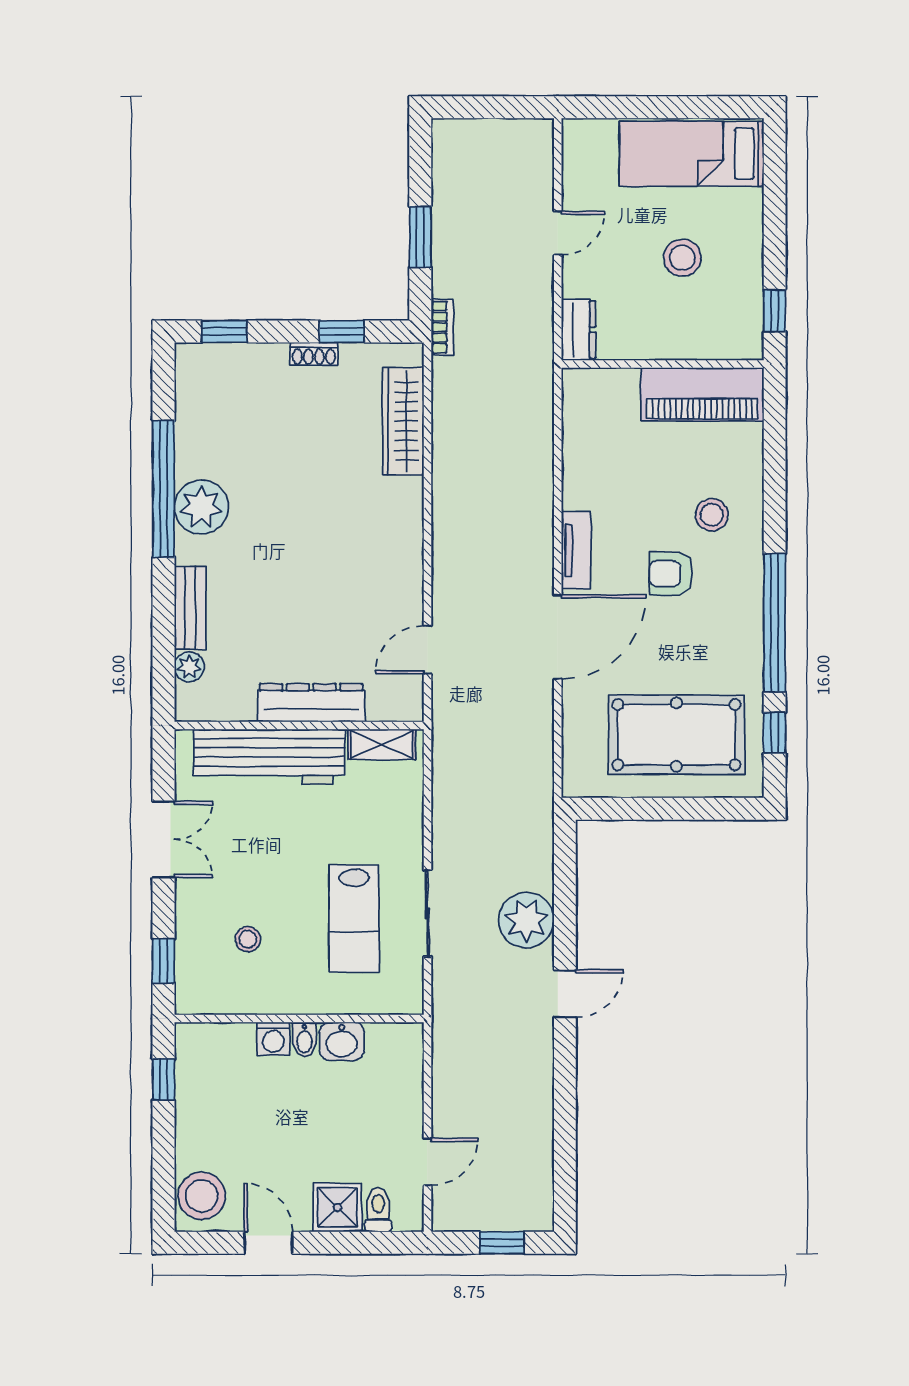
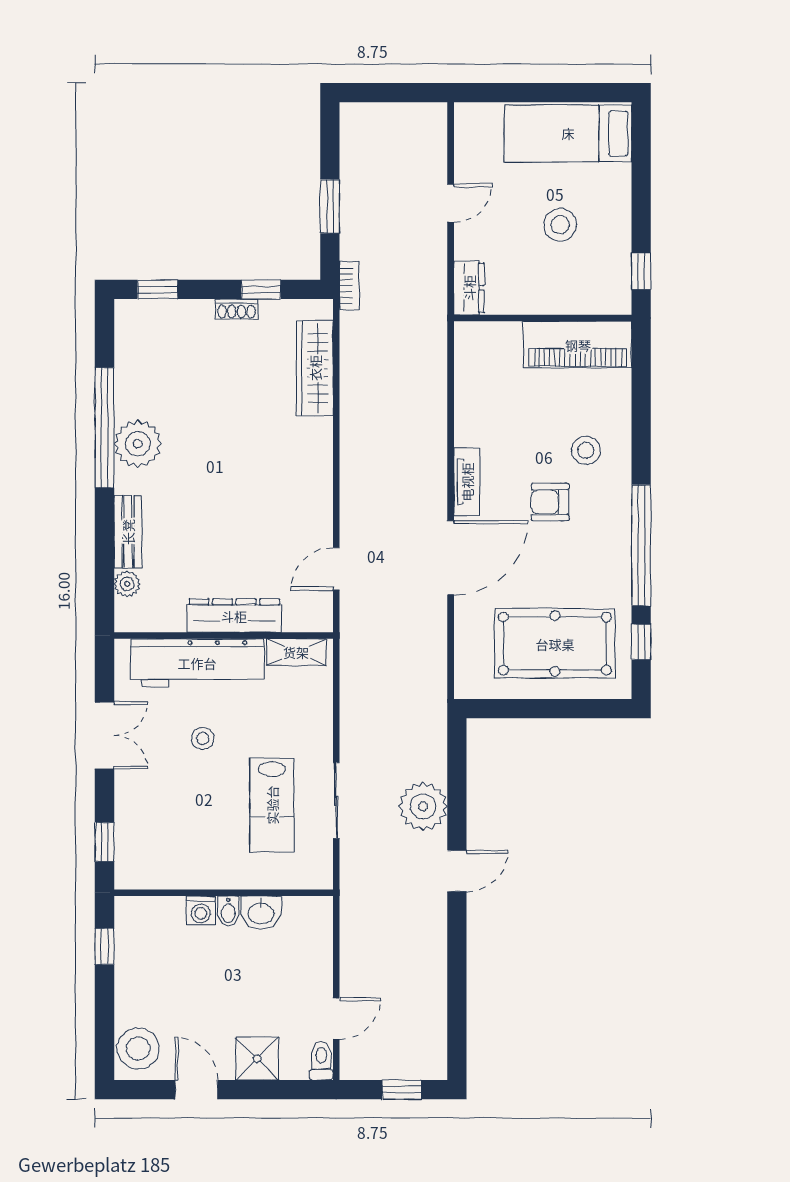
stool: (248, 939) -> (203, 738), moved
toilet: (378, 1210) -> (321, 1061), moved

